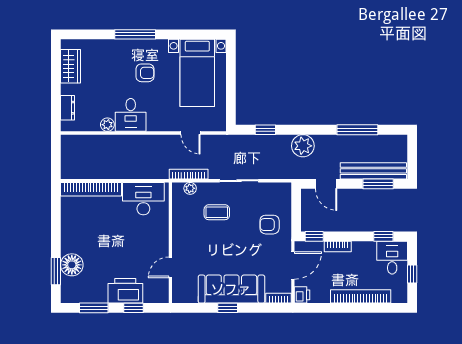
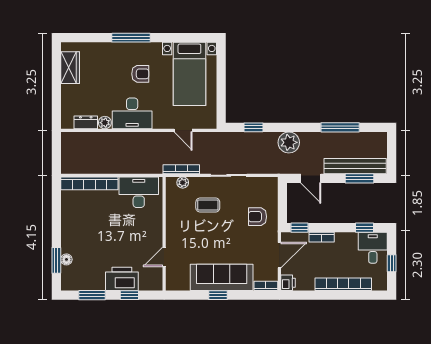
dresser: (68, 108) -> (86, 122), moved, turned -90
desk: (131, 115) -> (132, 113), width x1.37
floor lamp: (72, 265) -> (66, 259), width x0.53, depth x0.53

